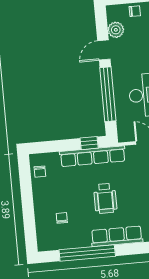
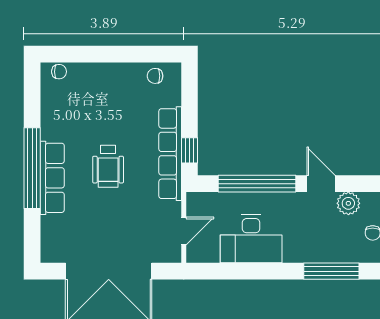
wheelchair: (105, 198) -> (108, 166), turned -90
chair: (62, 218) -> (59, 72), moved
window: (87, 253) -> (32, 168), moved

